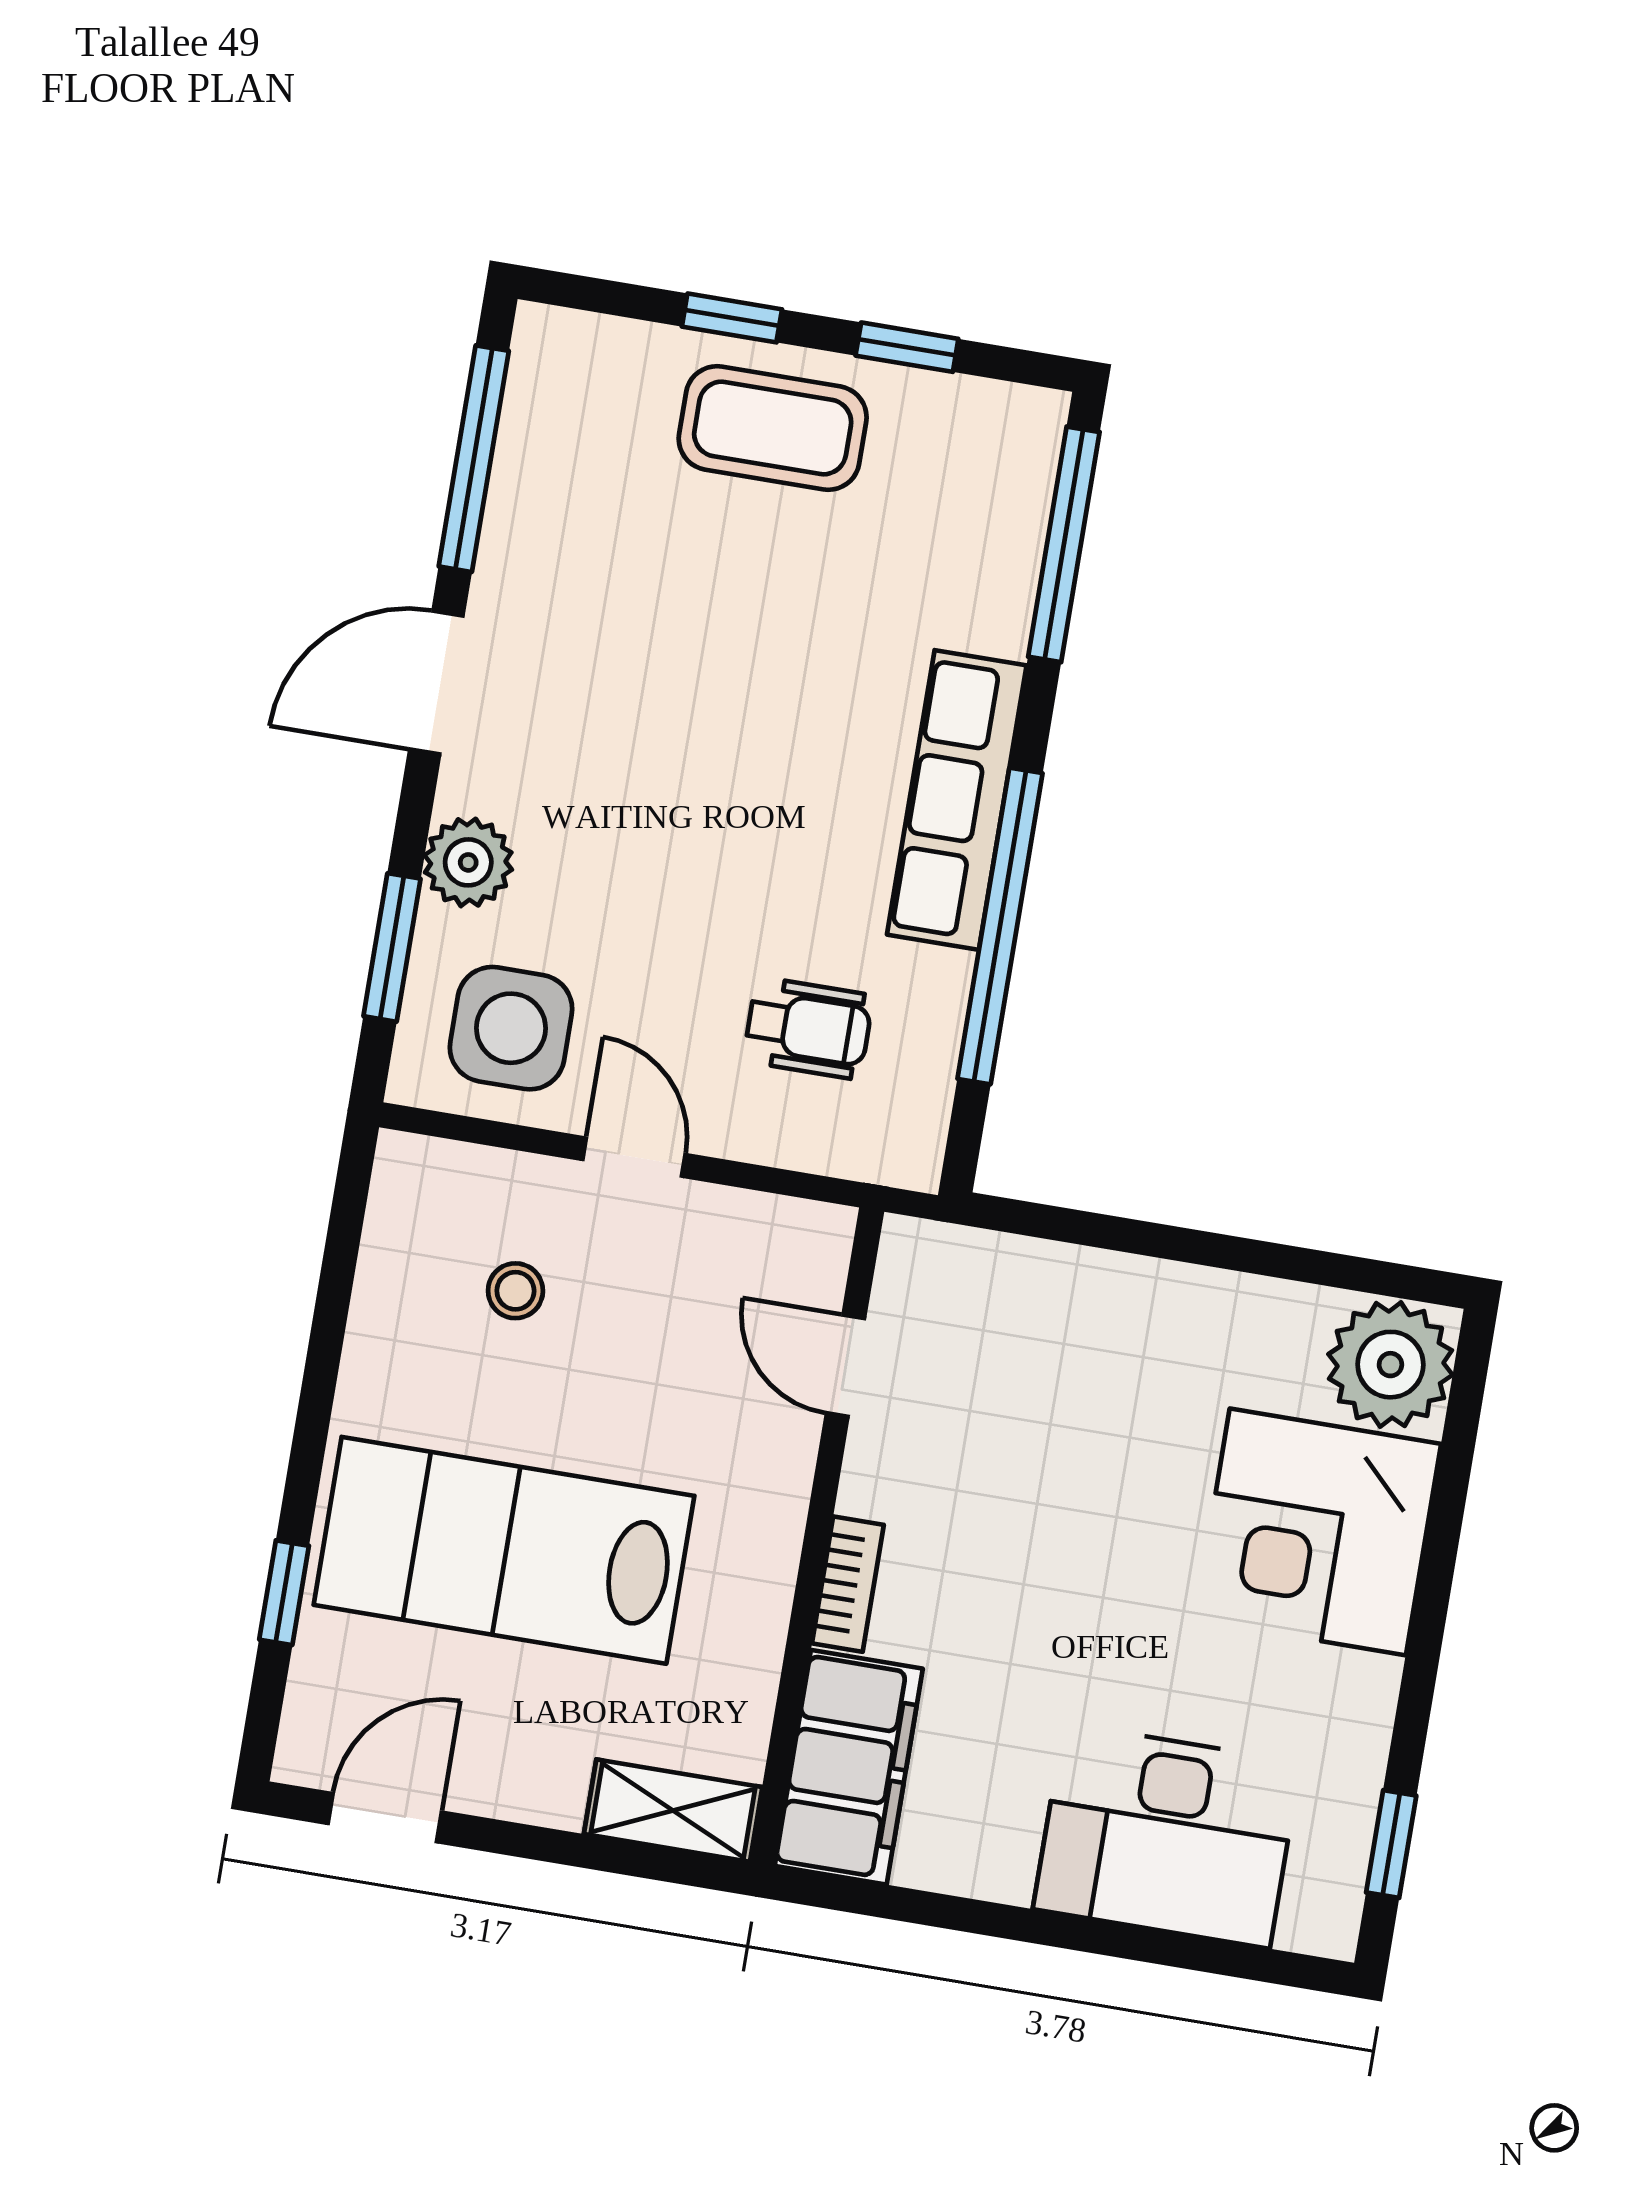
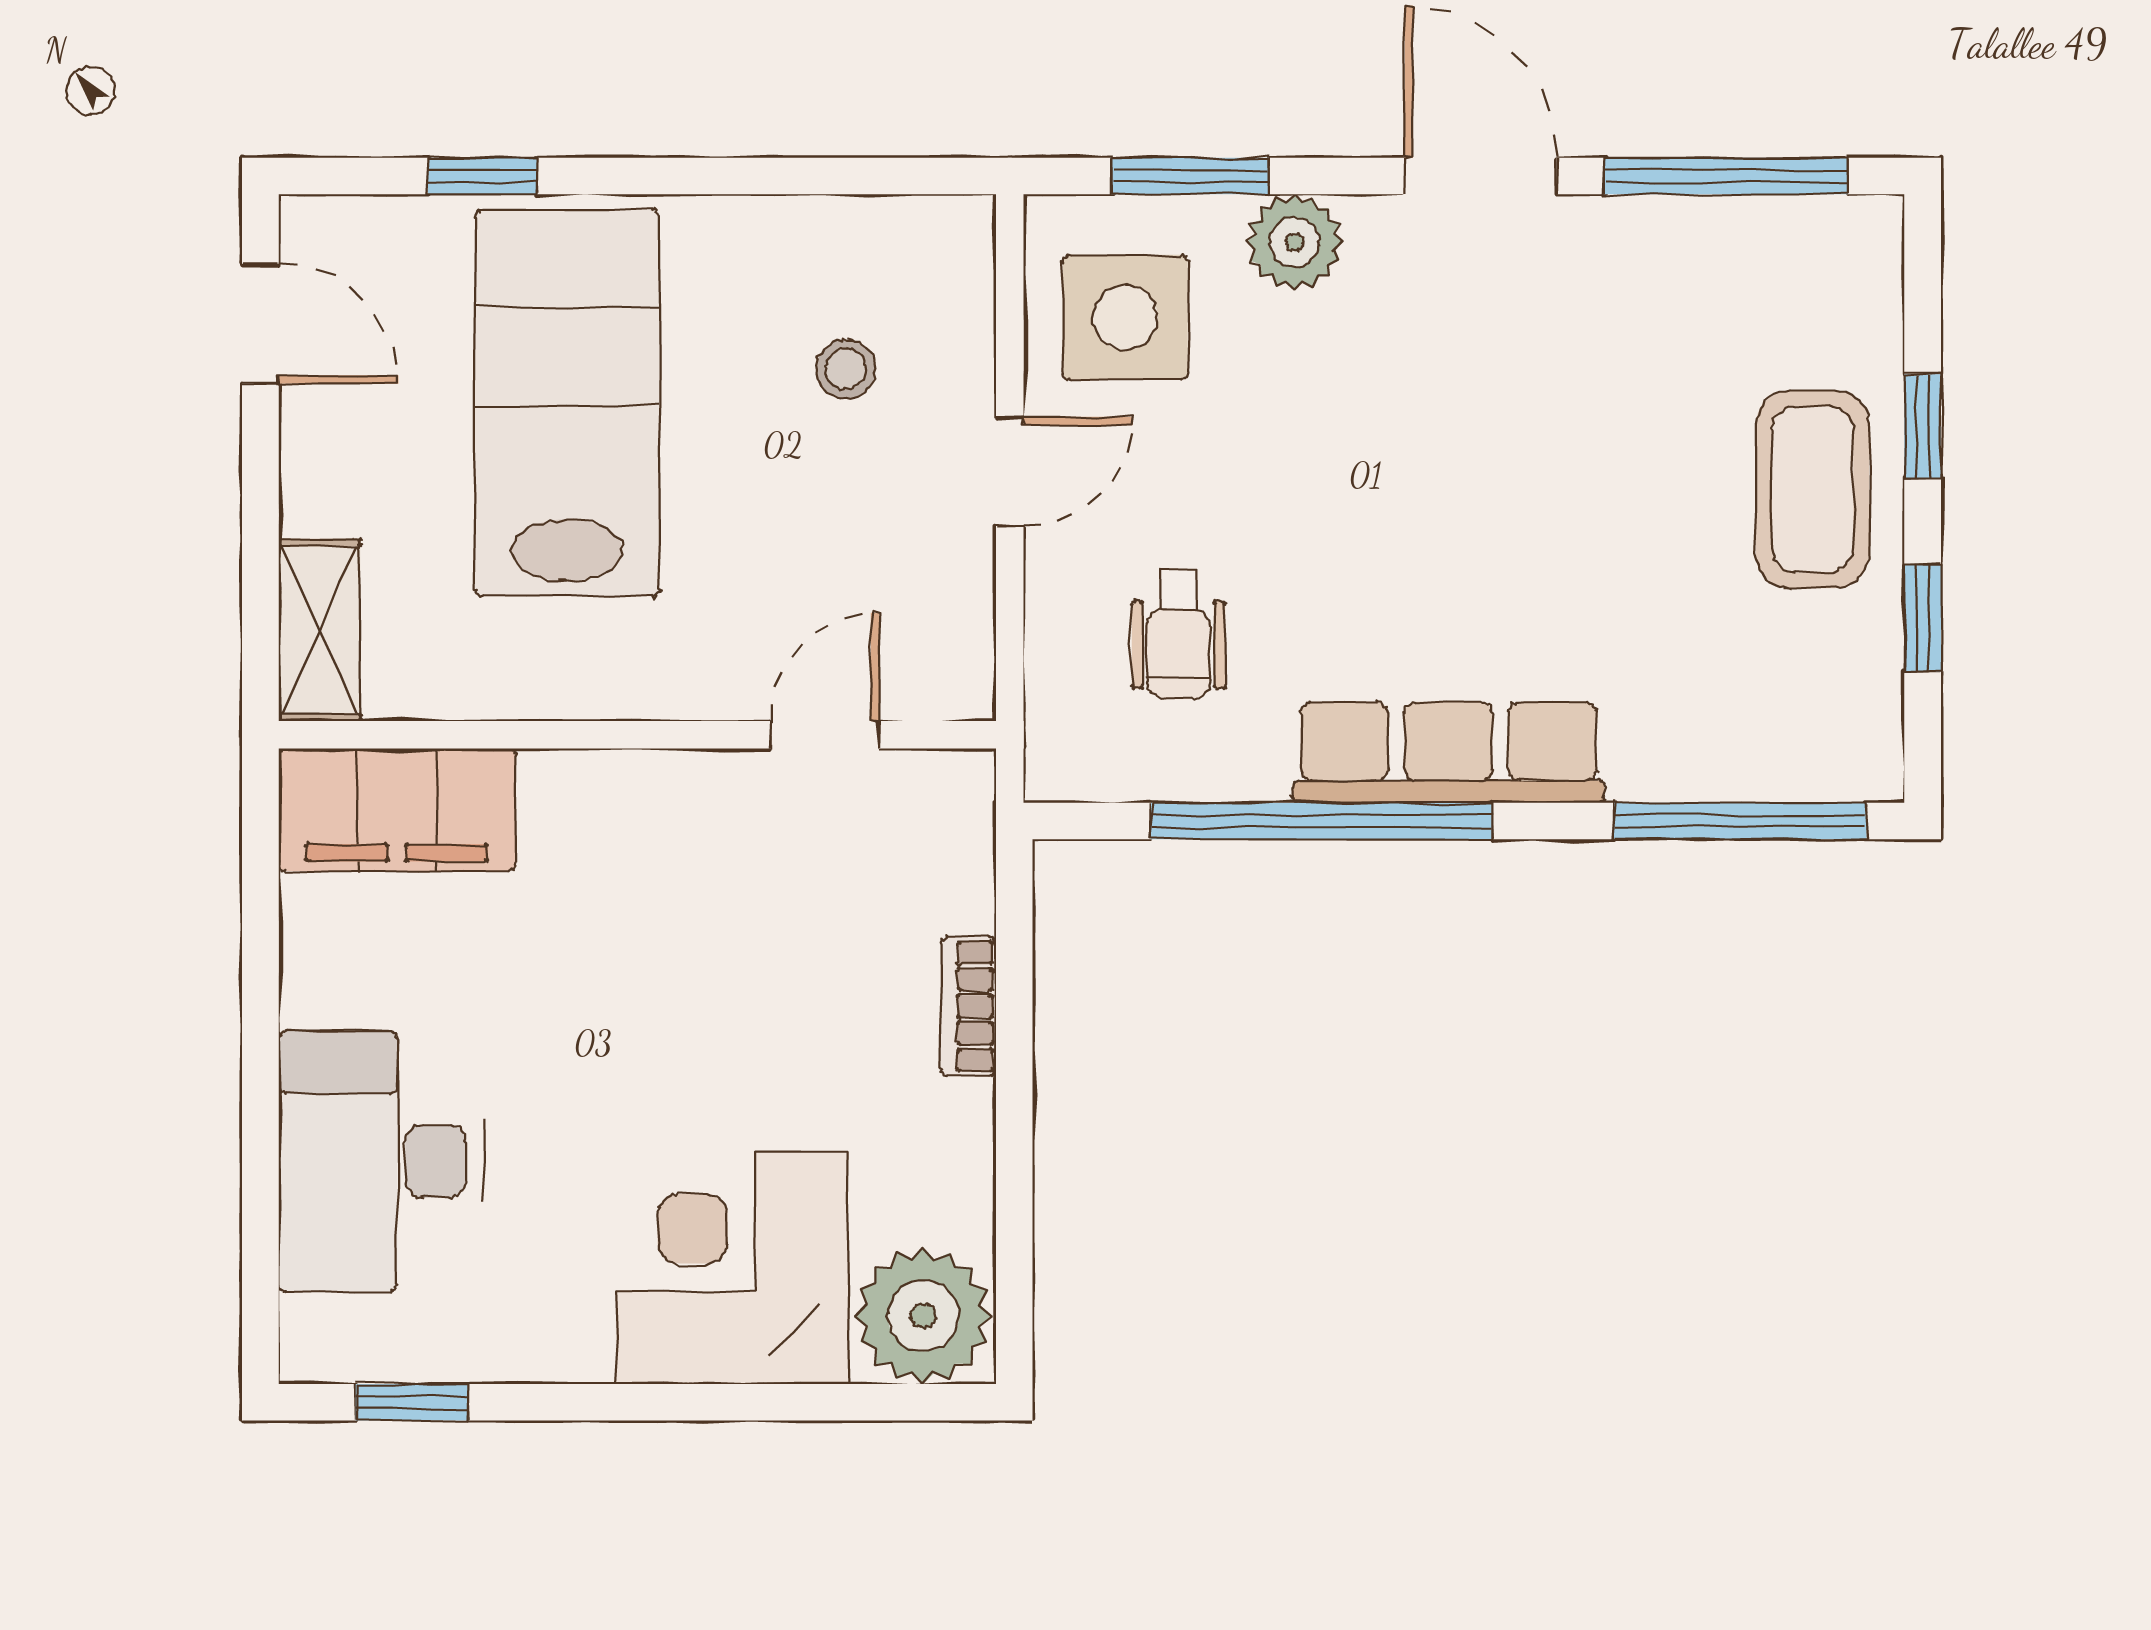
bookcase: (848, 1584) -> (968, 1006), moved, turned 90

